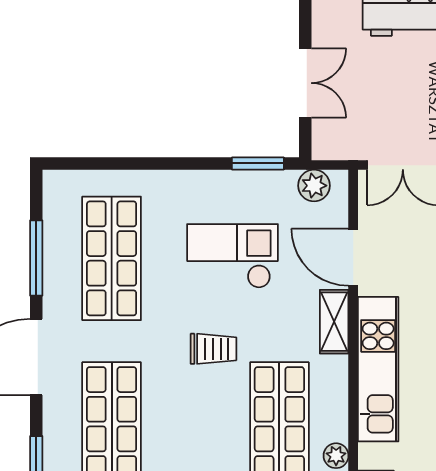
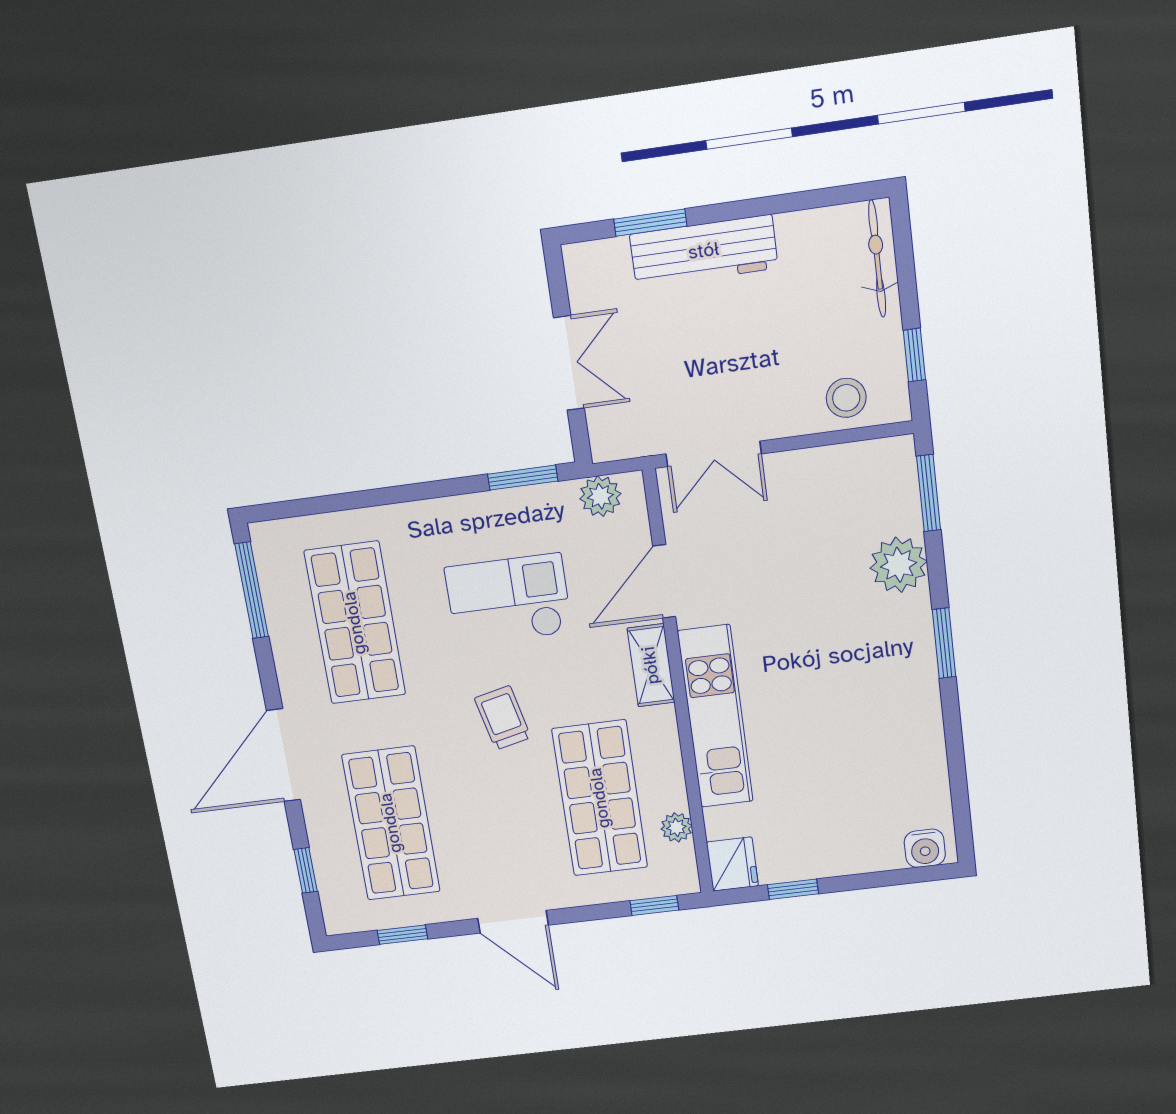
door: (353, 257) -> (664, 581), hinge flipped
window: (36, 258) -> (252, 590), moved
trolley: (213, 349) -> (503, 718), turned -103

